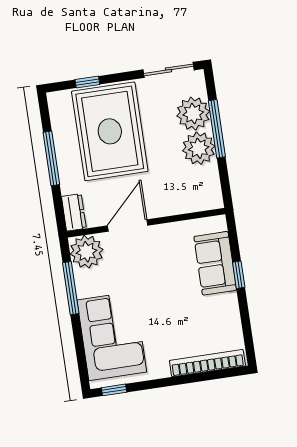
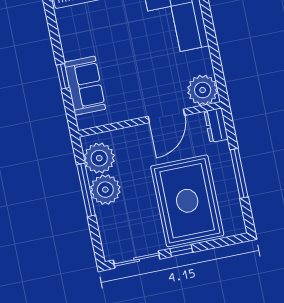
window: (87, 82) -> (181, 250), moved
plant: (193, 114) -> (99, 158), moved
window: (217, 129) -> (86, 190), moved
window: (71, 288) -> (215, 56), removed

